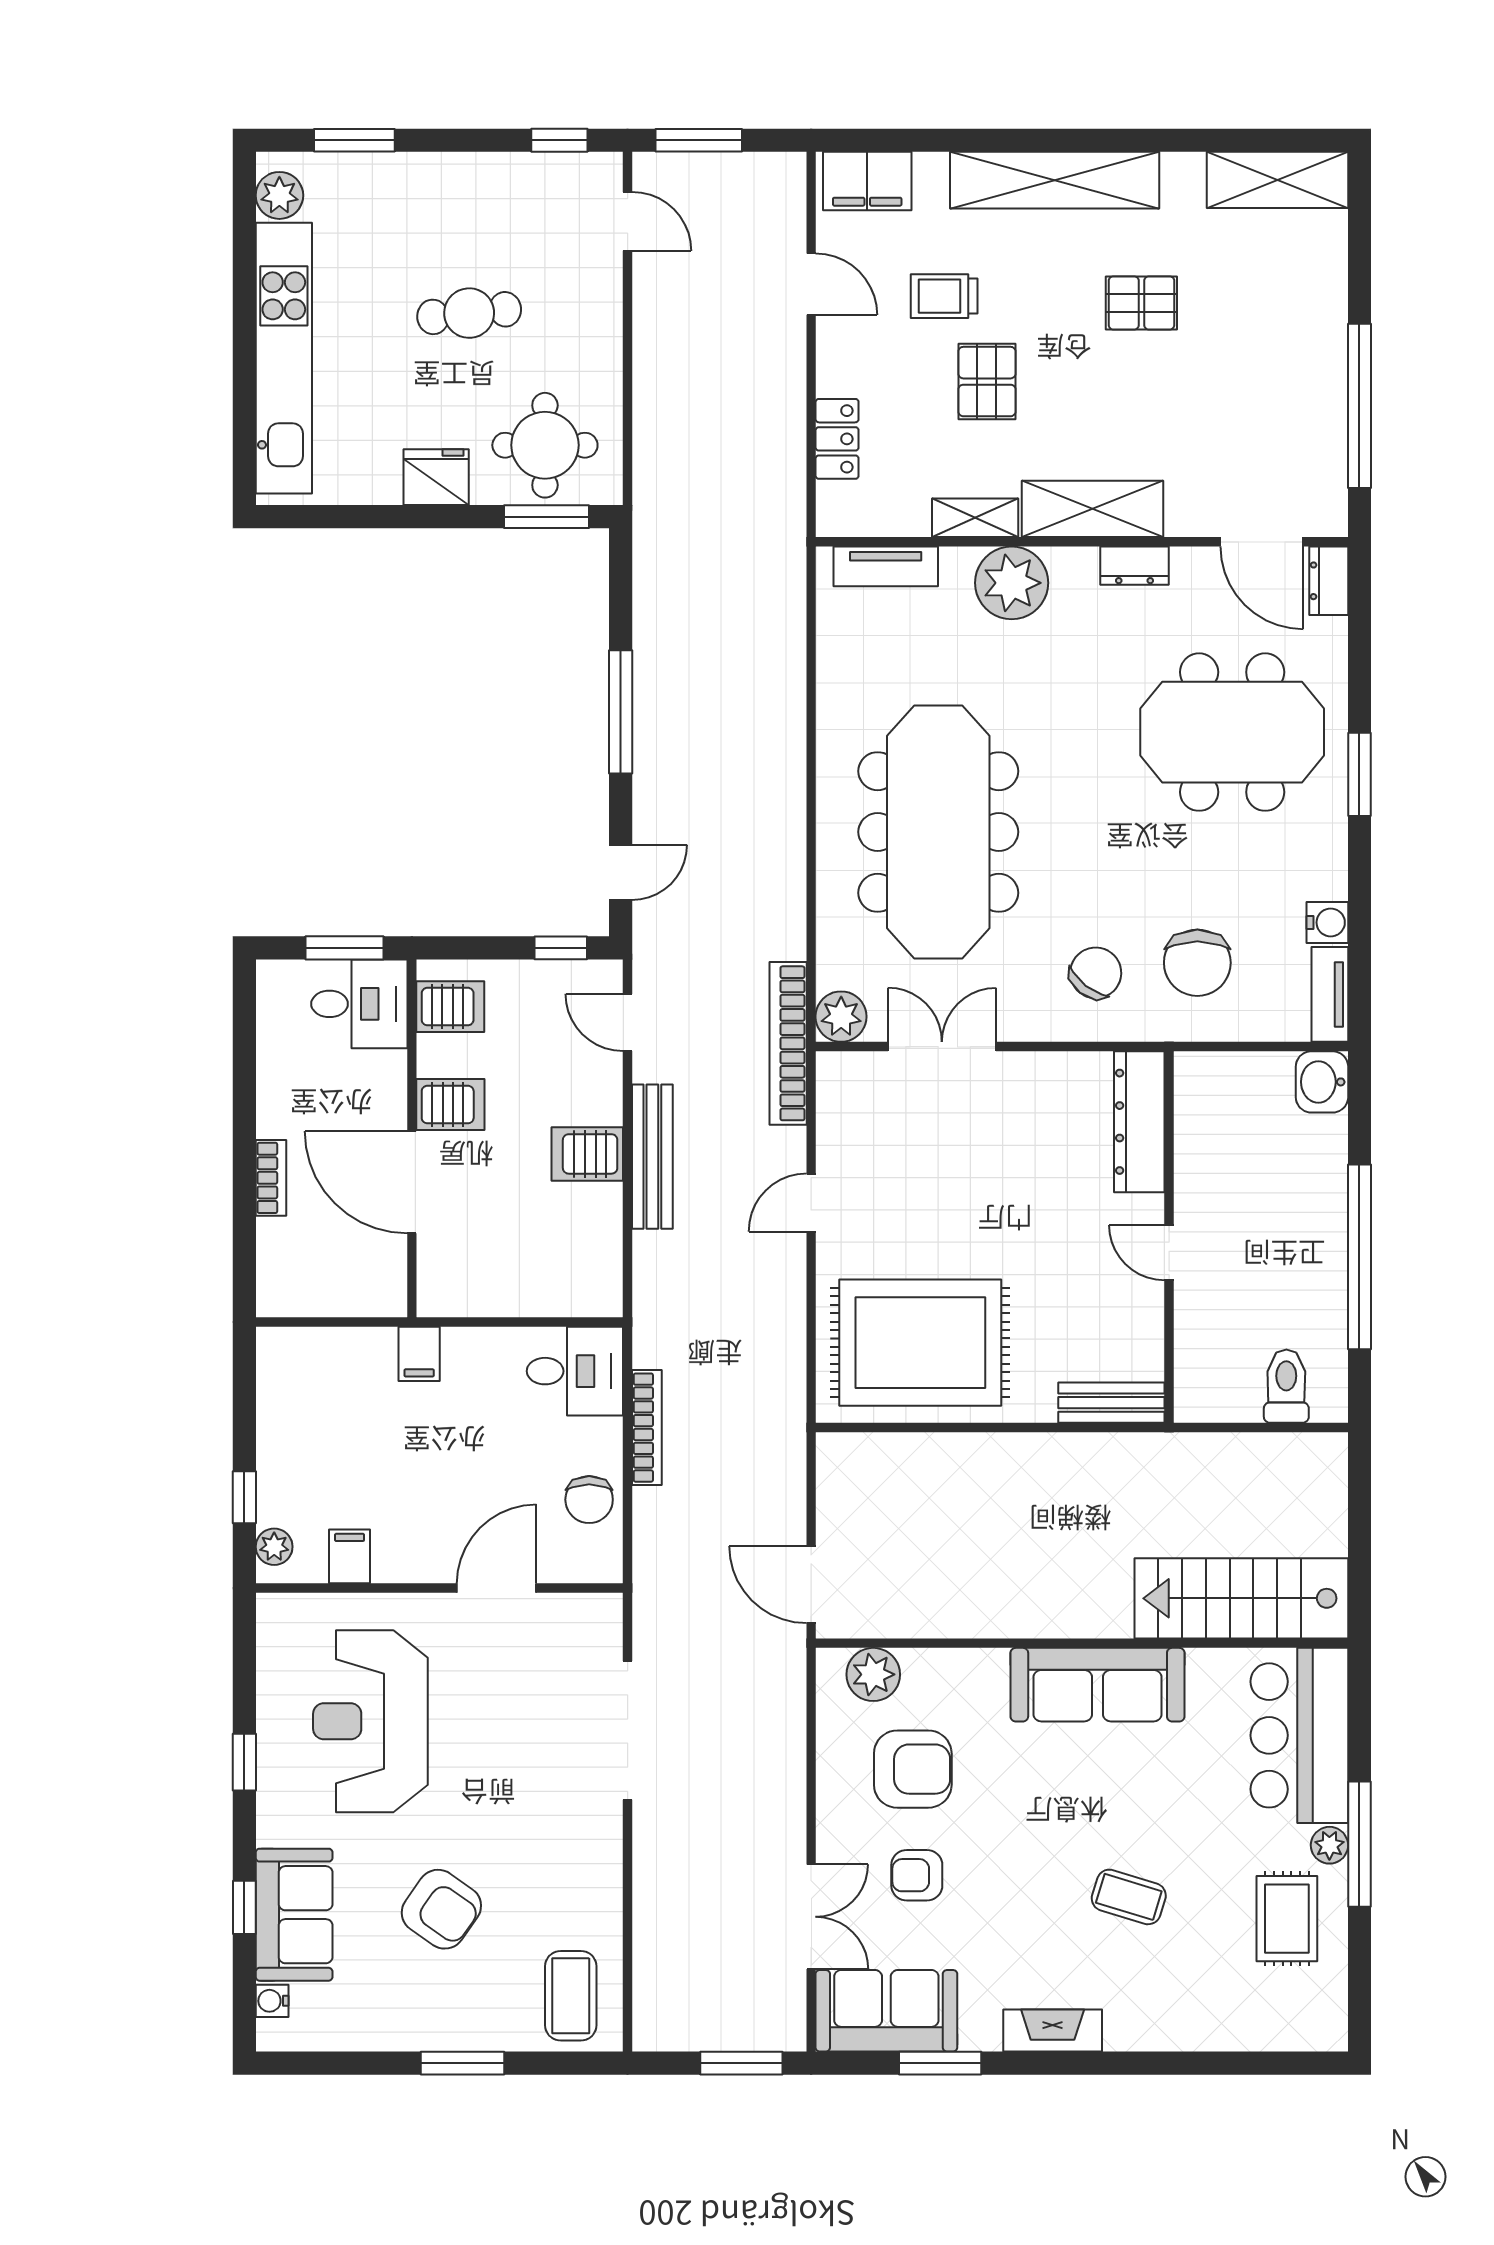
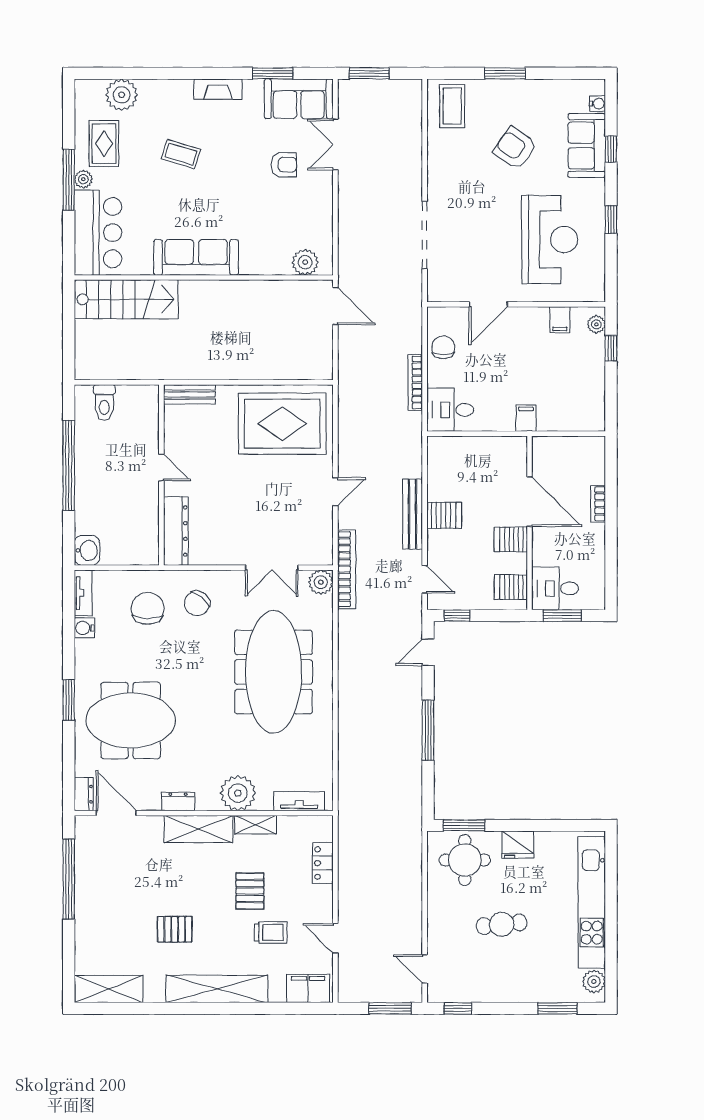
armchair: (913, 1769) -> (286, 216), removed
plant: (1251, 2019) -> (122, 95), added

